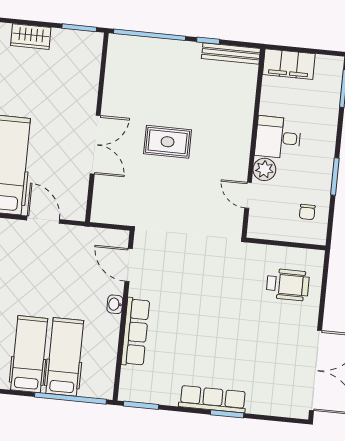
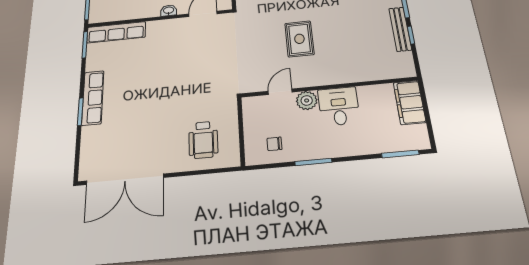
bench: (231, 53) -> (400, 29), moved
rug: (168, 142) -> (299, 39), moved
row of seats: (135, 332) -> (116, 32), moved

